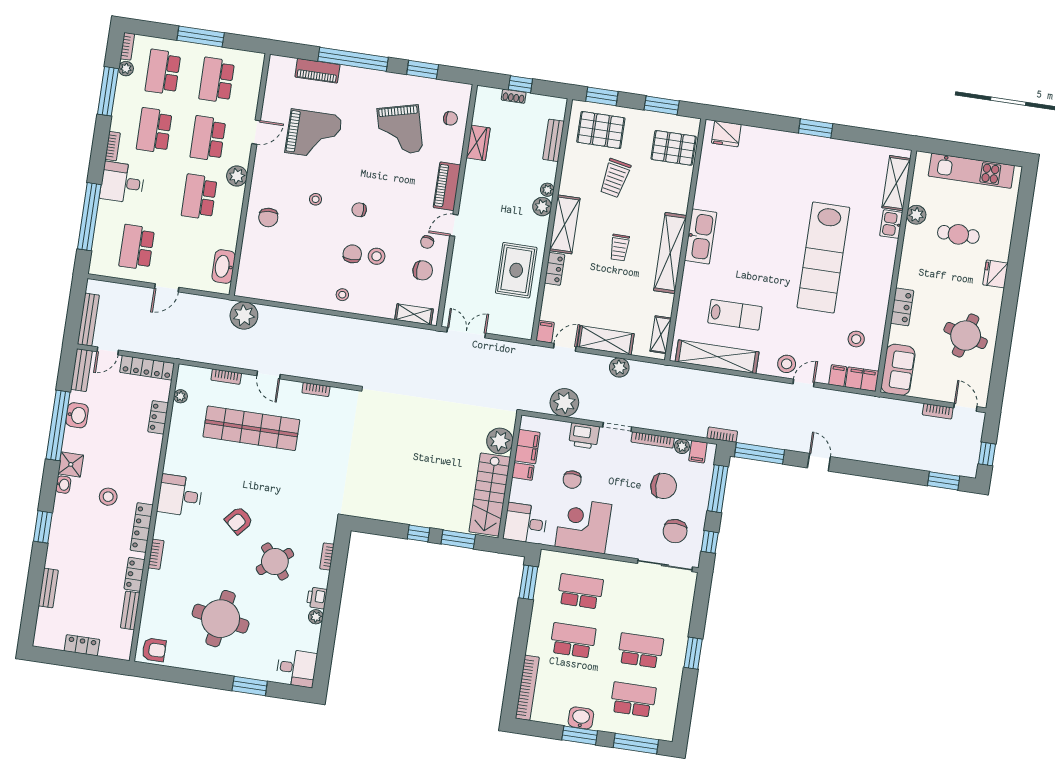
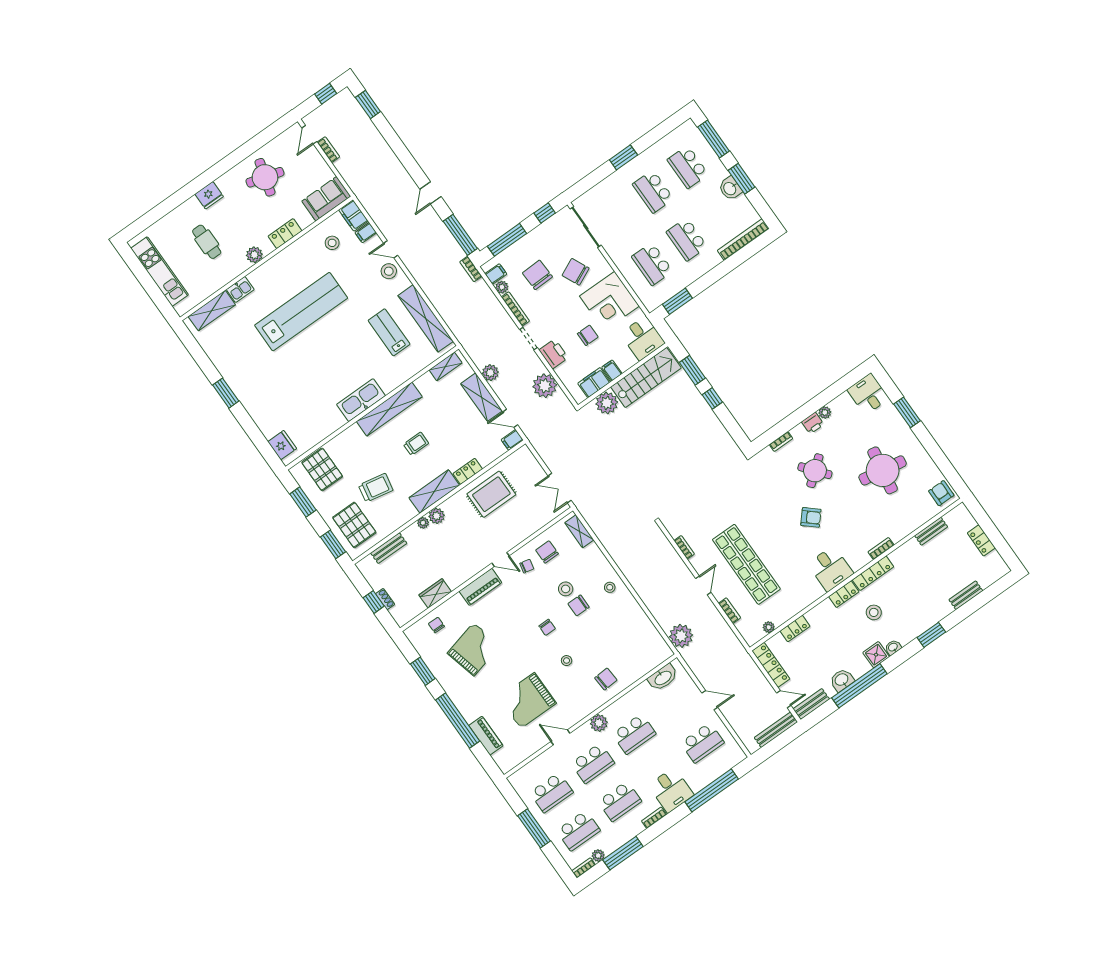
grand piano: (314, 134) -> (527, 700), turned -90
plant: (916, 215) -> (254, 255), moved
chair: (675, 531) -> (576, 272), moved, turned -115
locker: (135, 574) -> (844, 594), moved

